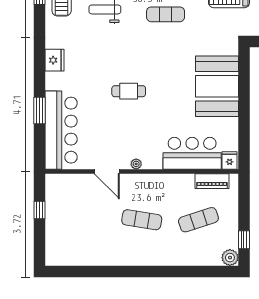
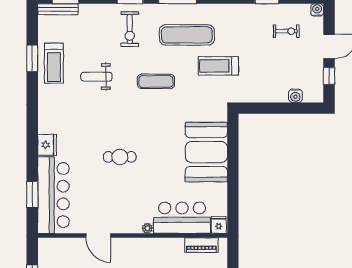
fridge: (55, 60) -> (47, 145), moved
window: (39, 110) -> (32, 195), moved
plant: (136, 164) -> (147, 228), moved

